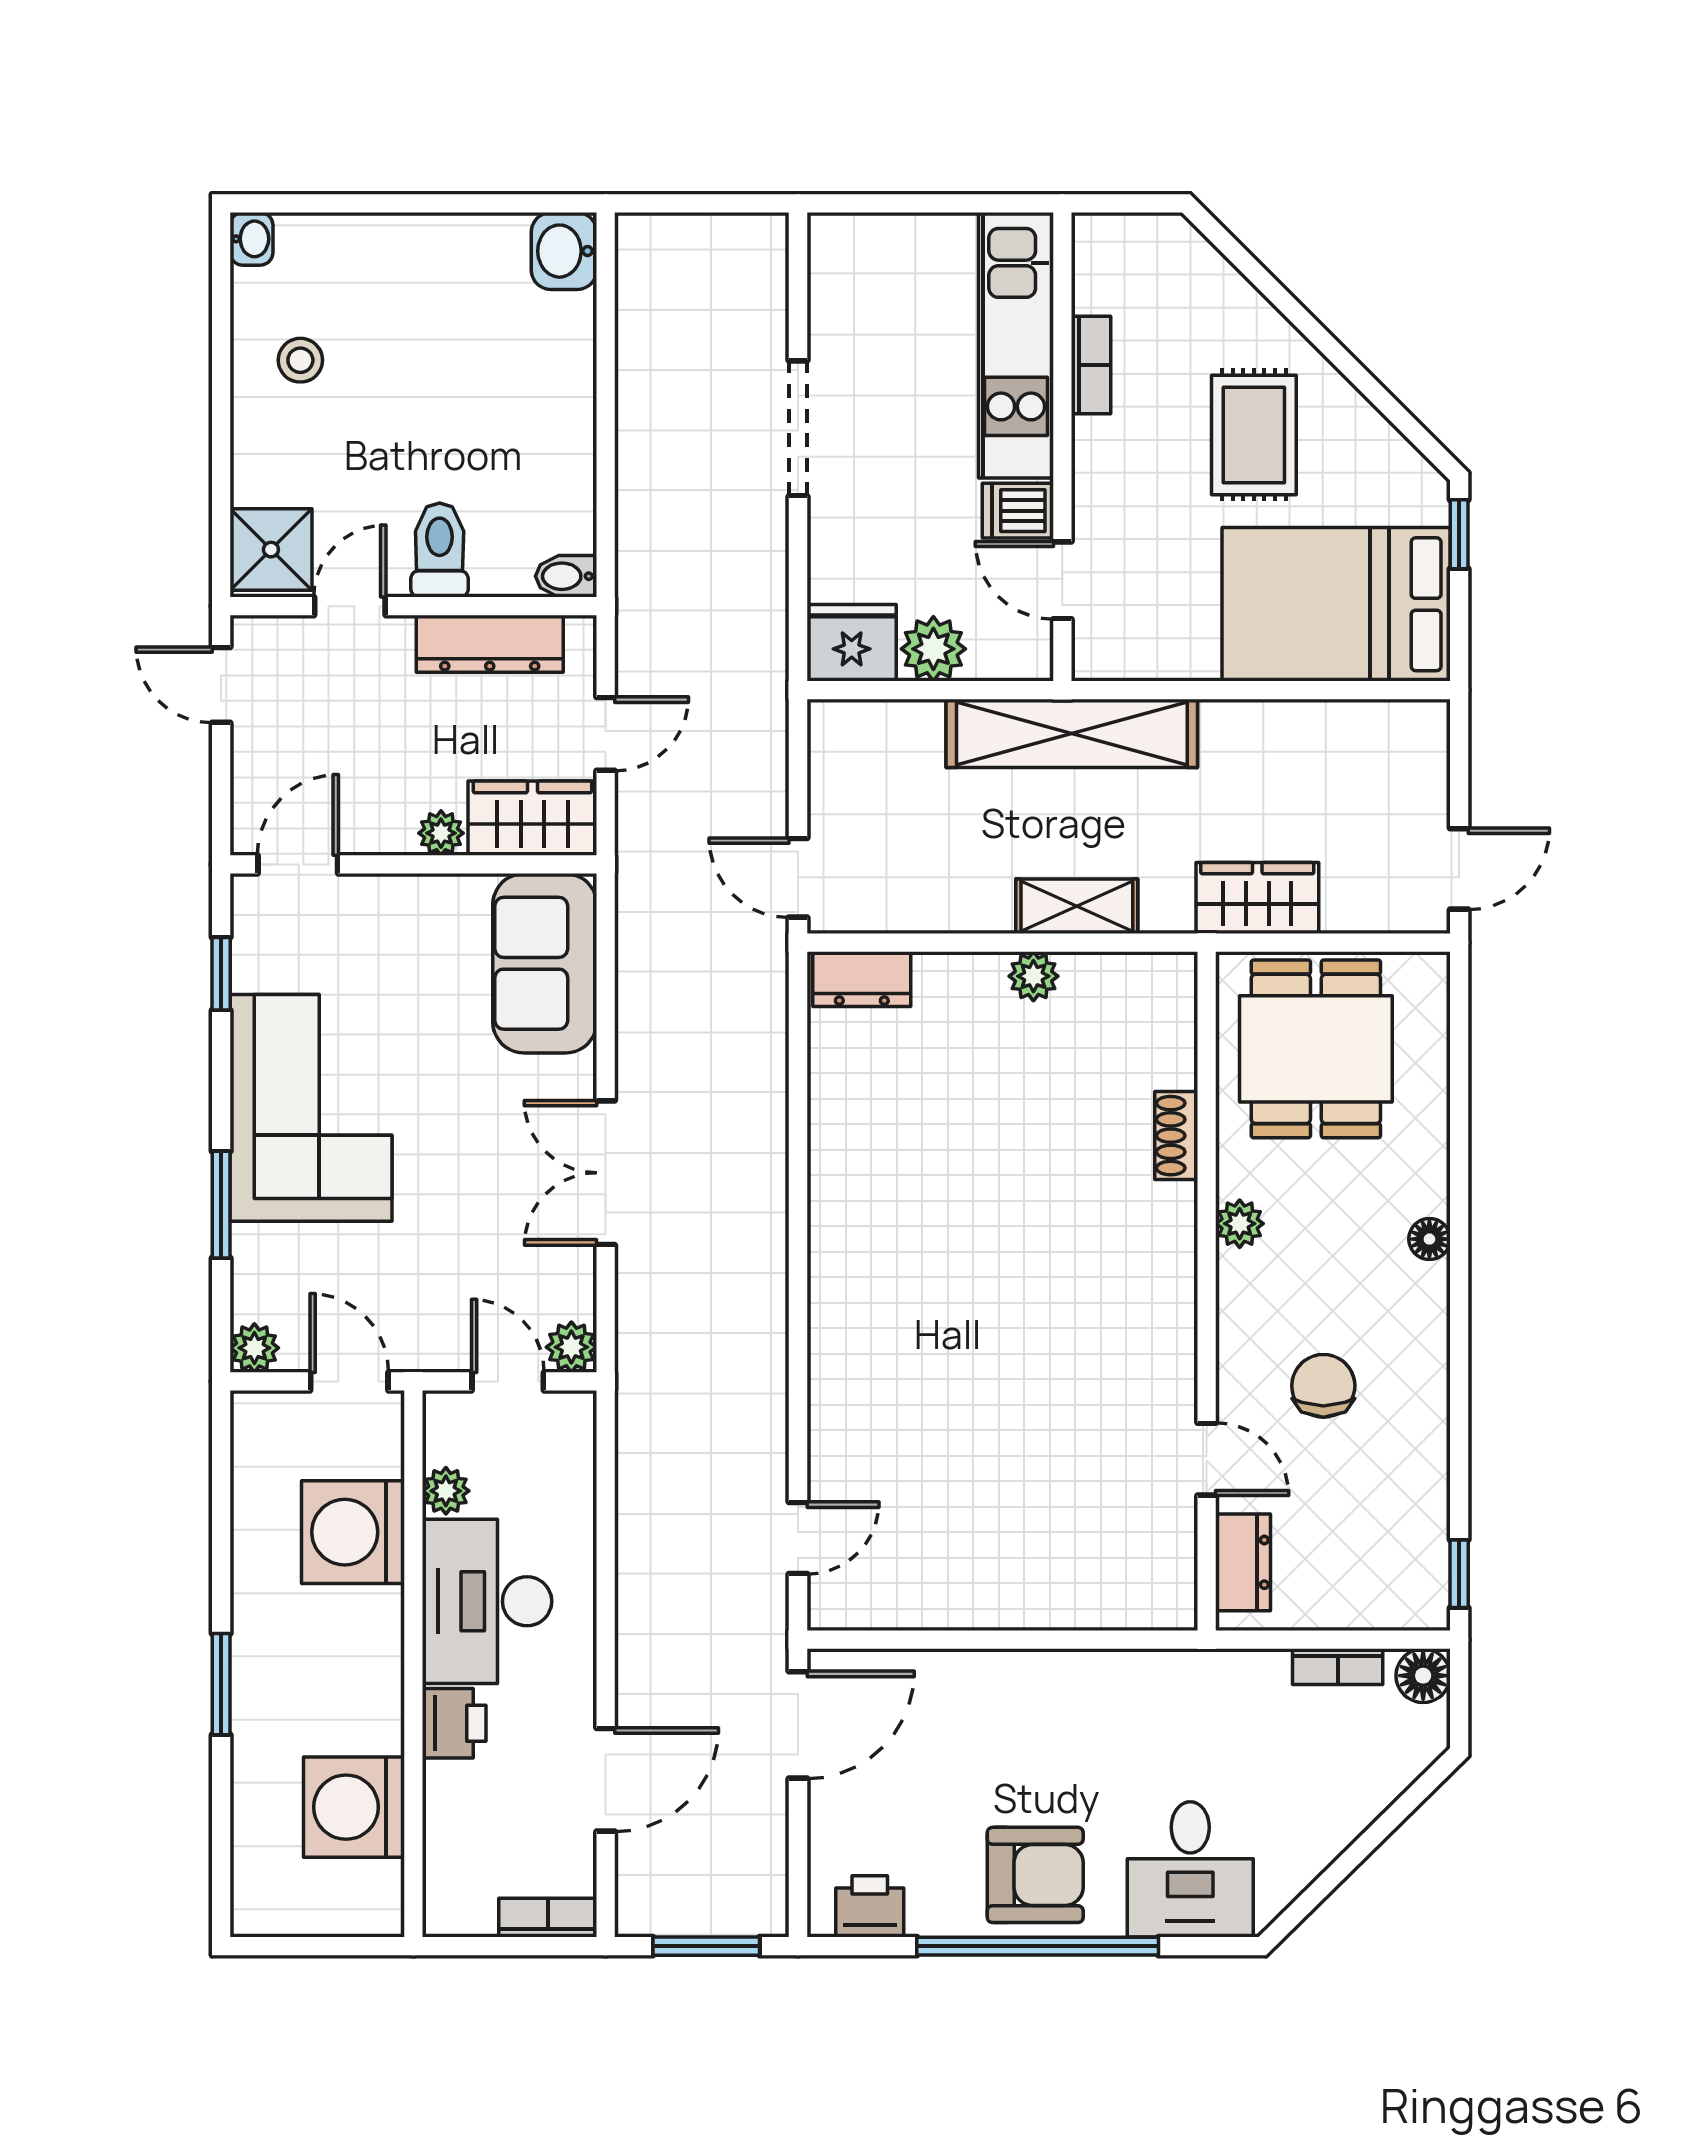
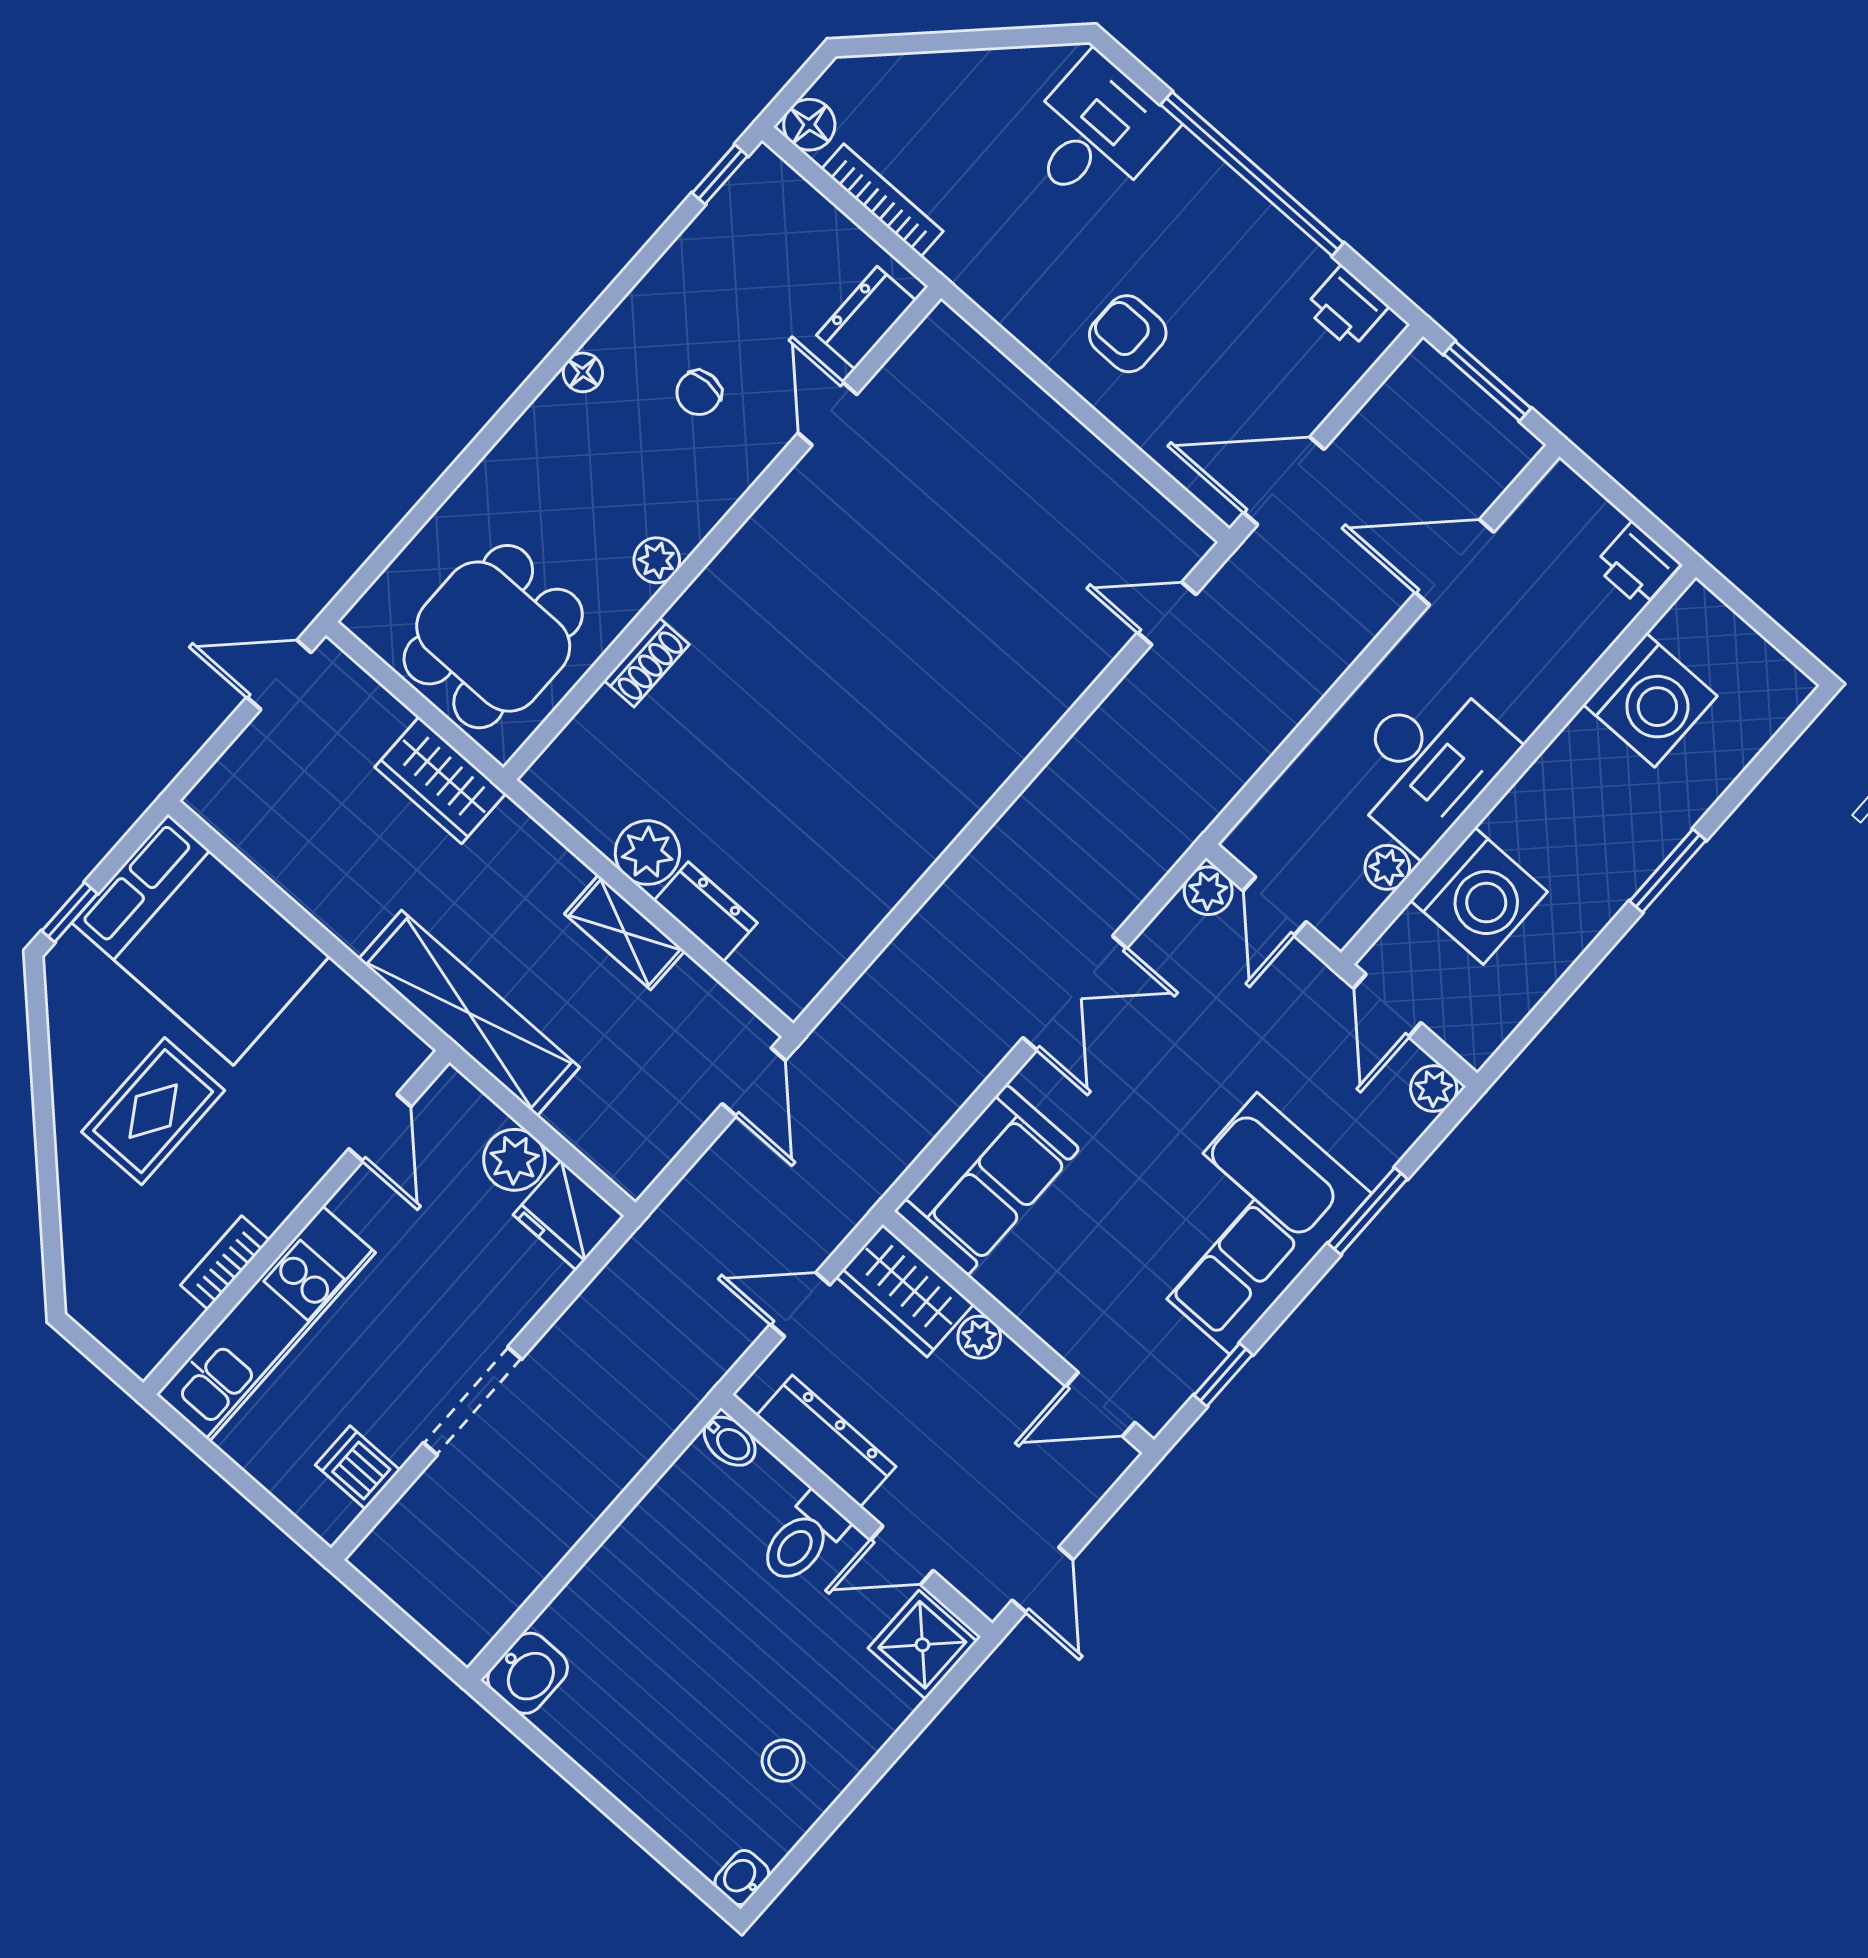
dishwasher: (1018, 511) -> (358, 1467), moved, turned 180
shelving: (1077, 906) -> (625, 932), moved
plant: (1033, 976) -> (647, 853), width x1.38, depth x1.38
dresser: (862, 979) -> (706, 912), moved
floor lamp: (1429, 1239) -> (583, 372), moved
chair: (1323, 1386) -> (699, 393), width x0.73, depth x0.73
bookcase: (1338, 1667) -> (882, 200), width x1.56
printer: (454, 1723) -> (1637, 565), moved, turned -90
armchair: (1035, 1875) -> (1128, 334), moved, width x0.72, depth x0.72
bookcase: (548, 1918) -> (1582, 501), removed

